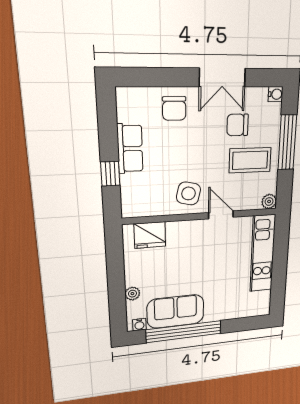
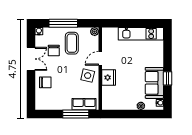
row of seats: (130, 149) -> (84, 104), moved
window: (110, 174) -> (76, 114), width x2.17
fridge: (150, 235) -> (109, 78), moved
kitchen unit: (263, 254) -> (141, 34), moved
window: (184, 332) -> (167, 78), width x0.32

